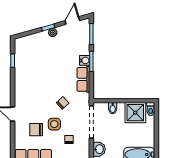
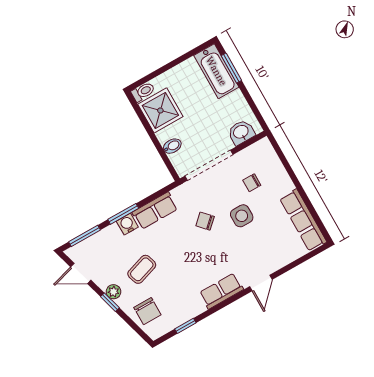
coffee table: (56, 54) -> (142, 269), added
row of seats: (20, 90) -> (221, 291), added
chair: (36, 130) -> (147, 311), moved

